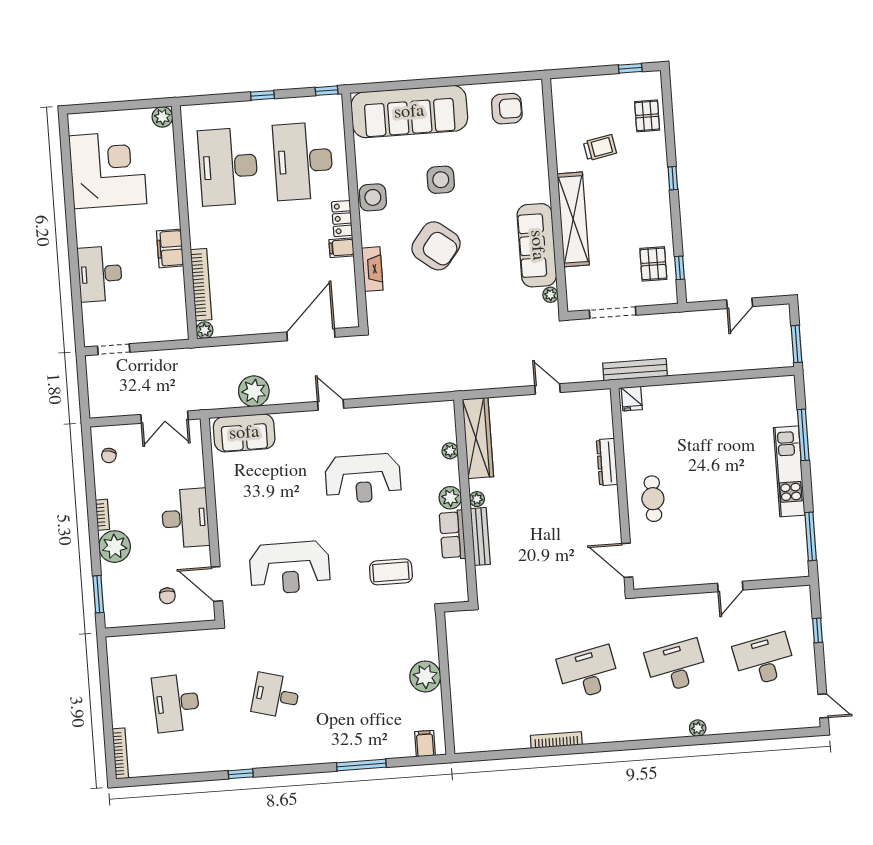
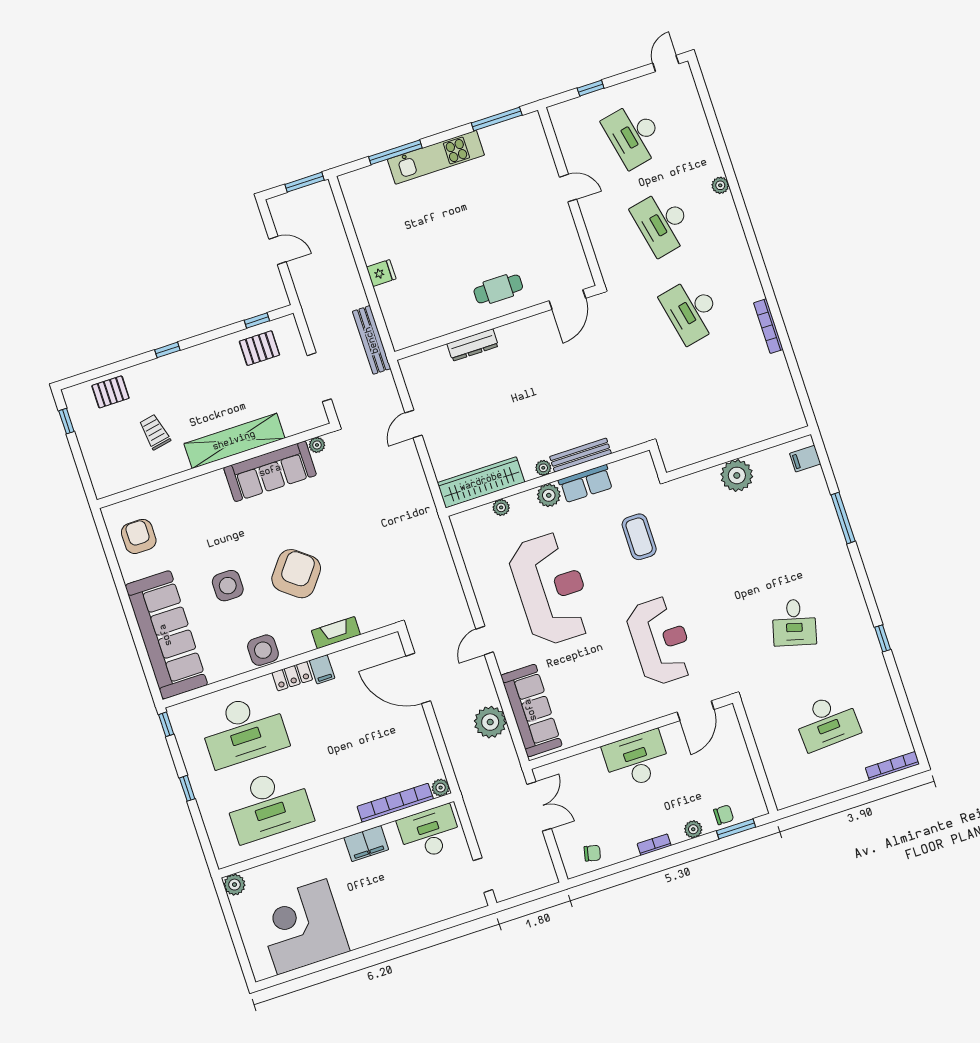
desk: (100, 274) -> (430, 833), moved, turned 180
fridge: (632, 399) -> (381, 273), moved
sofa: (244, 433) -> (531, 710), width x1.36
reception desk: (363, 478) -> (551, 589), width x1.36, depth x1.30
plant: (115, 547) -> (693, 829), width x0.53, depth x0.53
chair: (167, 596) -> (724, 815), moved

